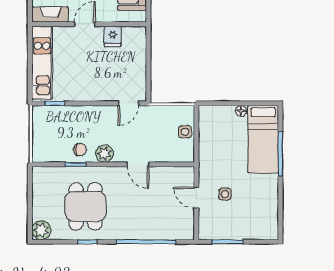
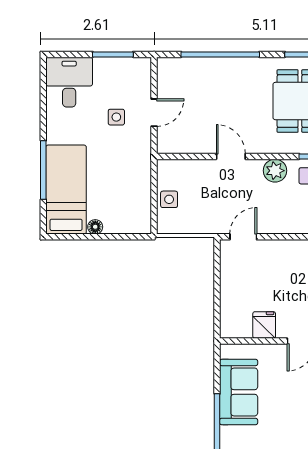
door: (196, 198) -> (154, 113), hinge flipped
desk: (261, 221) -> (69, 82), added

